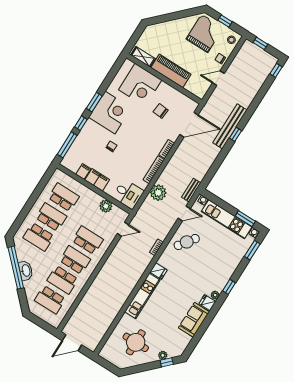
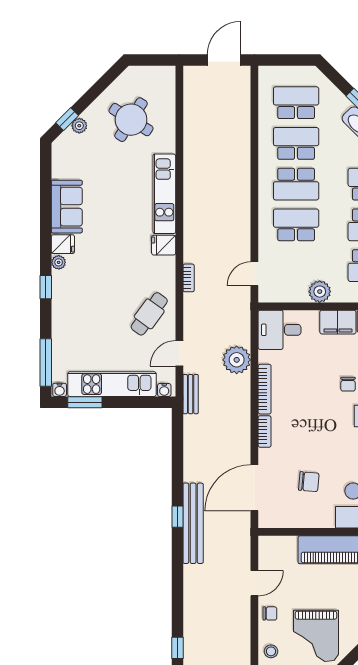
plant: (106, 206) -> (320, 292), moved
school desk: (88, 240) -> (296, 225), turned 180
window: (252, 250) -> (46, 363), width x1.44
round table: (136, 342) -> (131, 120), turned 32

